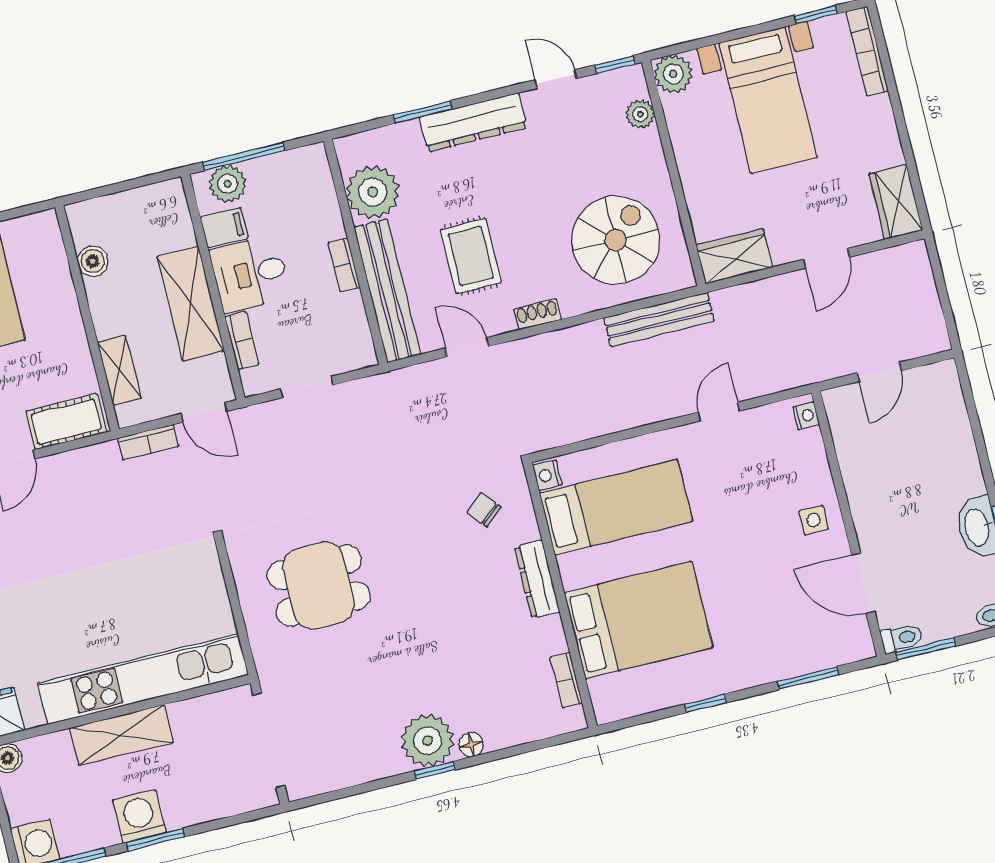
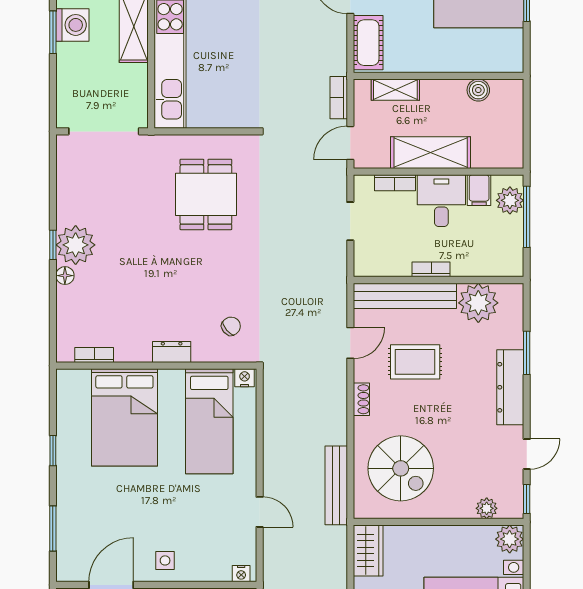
dresser: (537, 579) -> (172, 352), width x0.70

